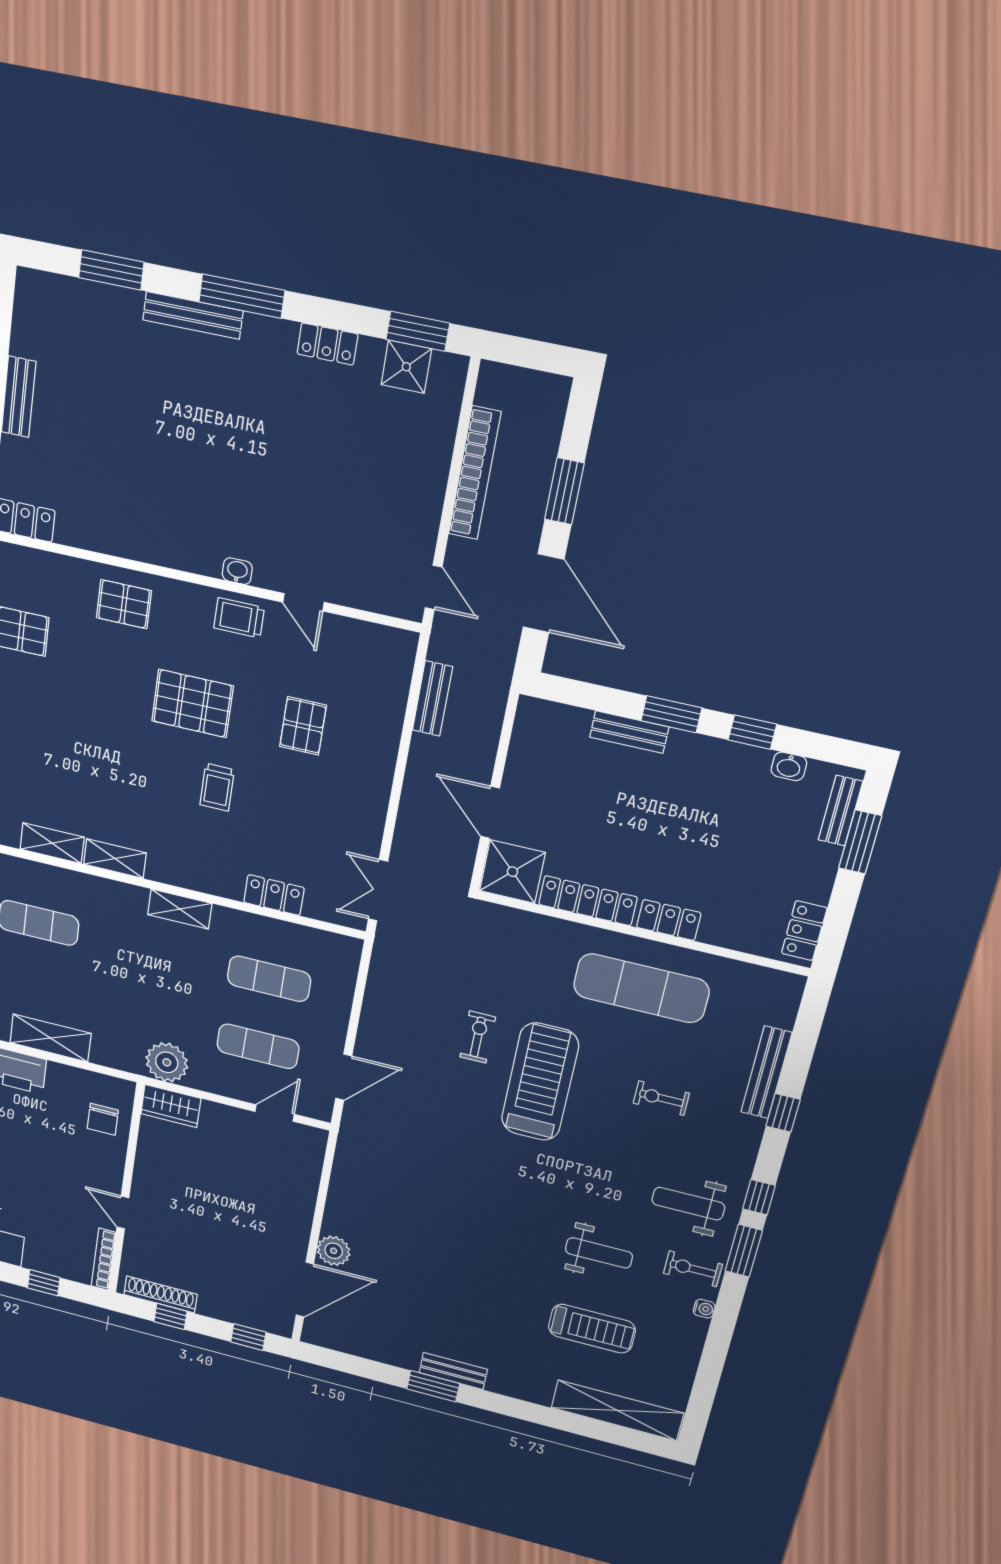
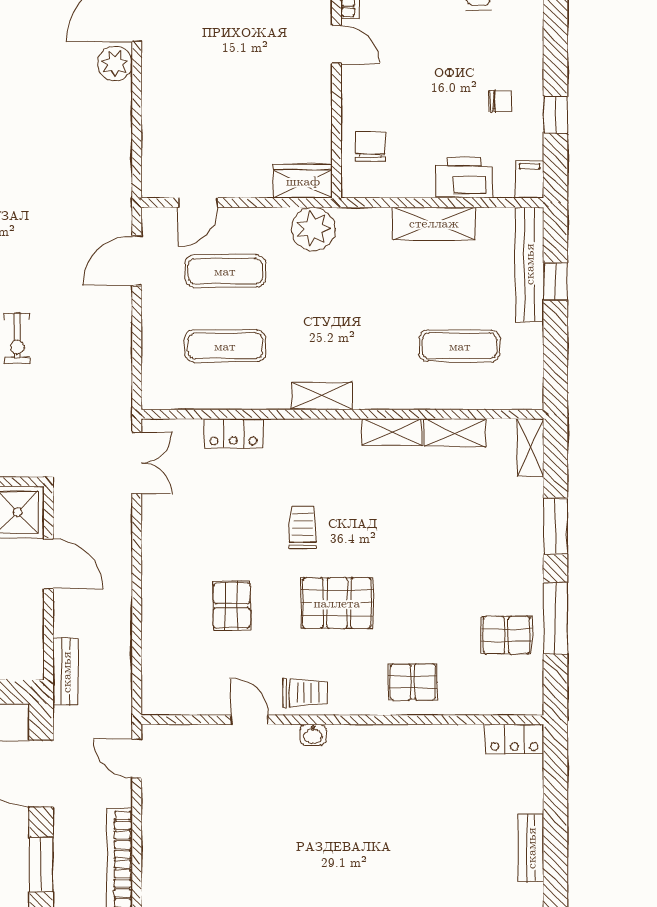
bench: (432, 699) -> (66, 672), moved

